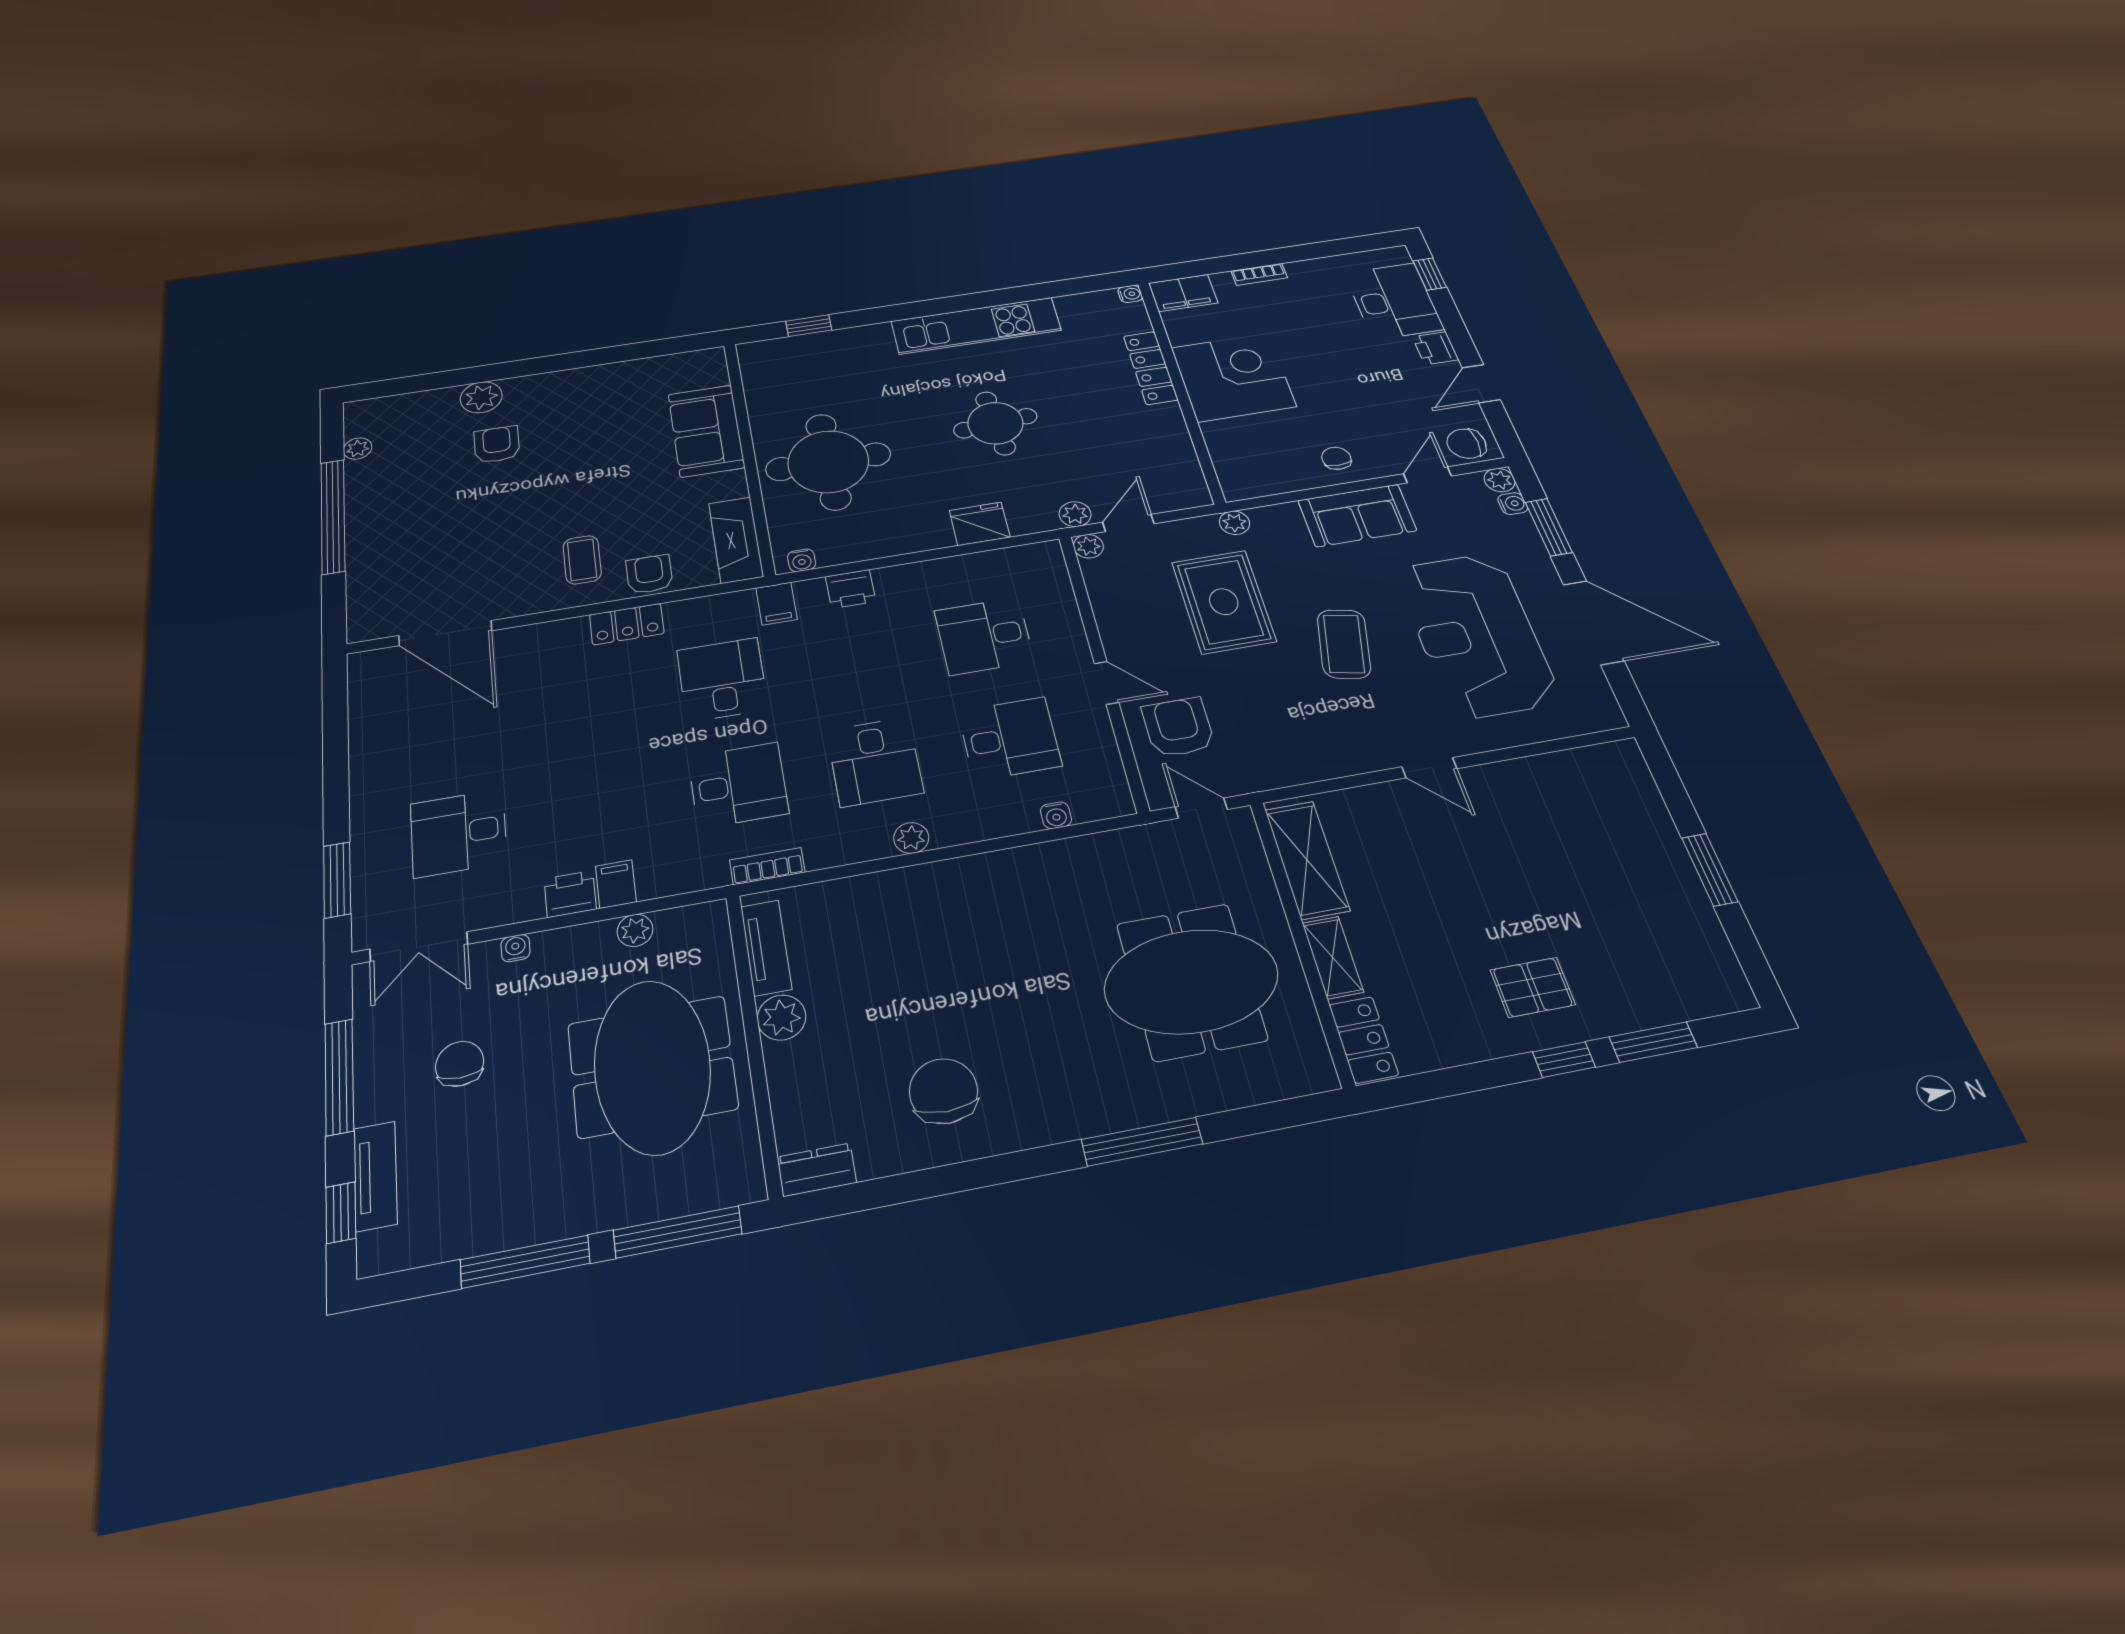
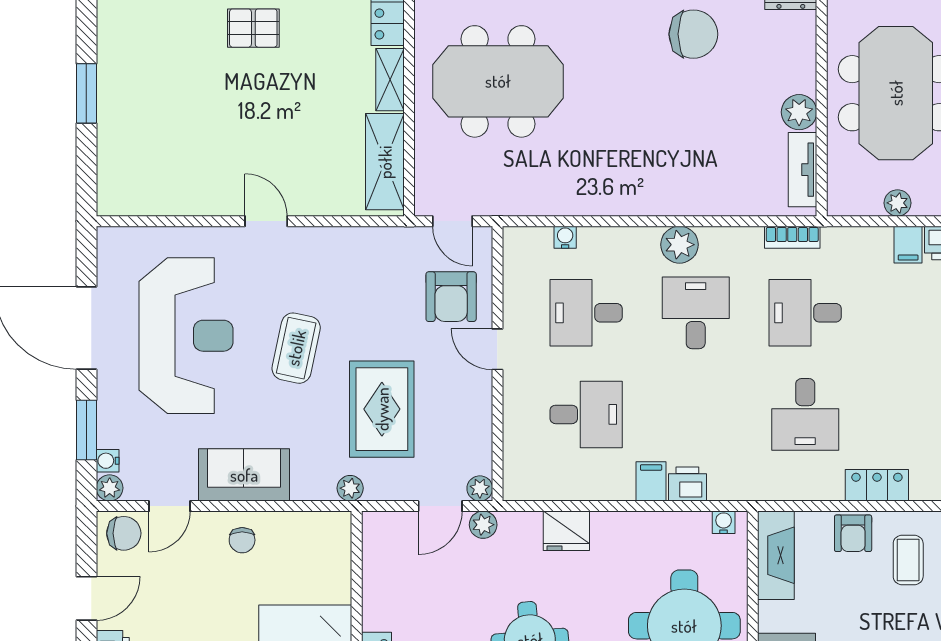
filing cabinet: (776, 604) -> (651, 481), moved
plant: (911, 838) -> (679, 245), width x1.38, depth x1.38
chair: (943, 1091) -> (693, 34), turned -90

